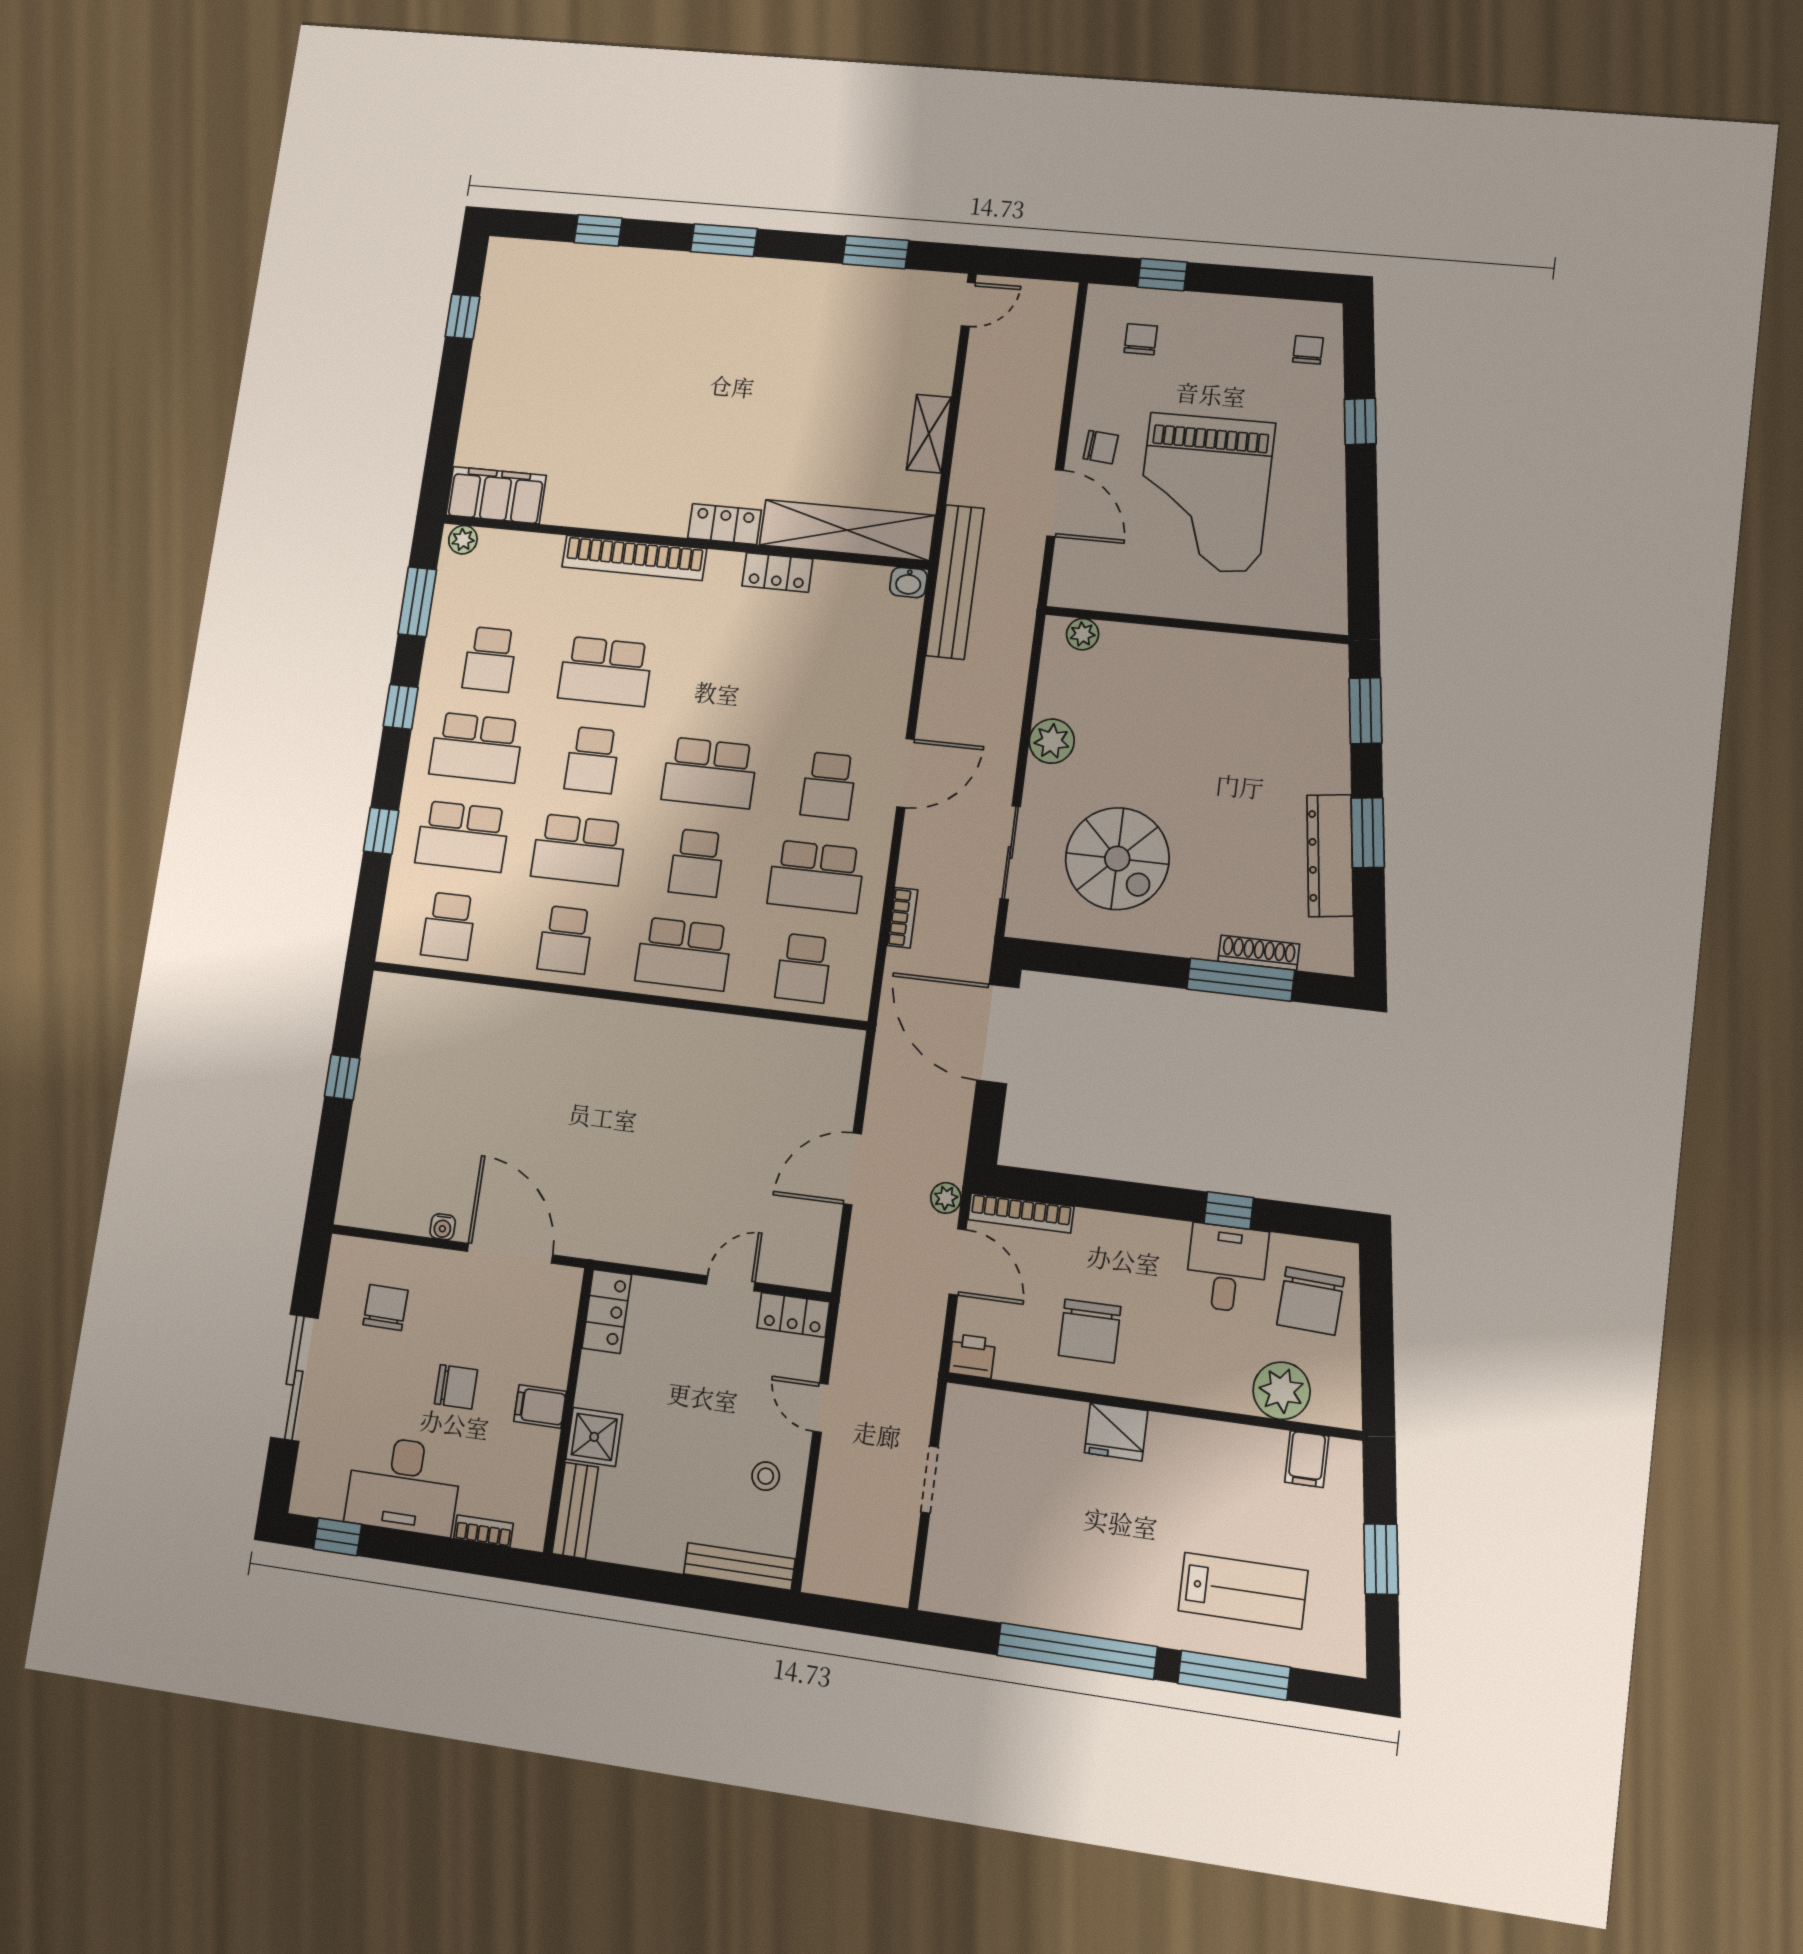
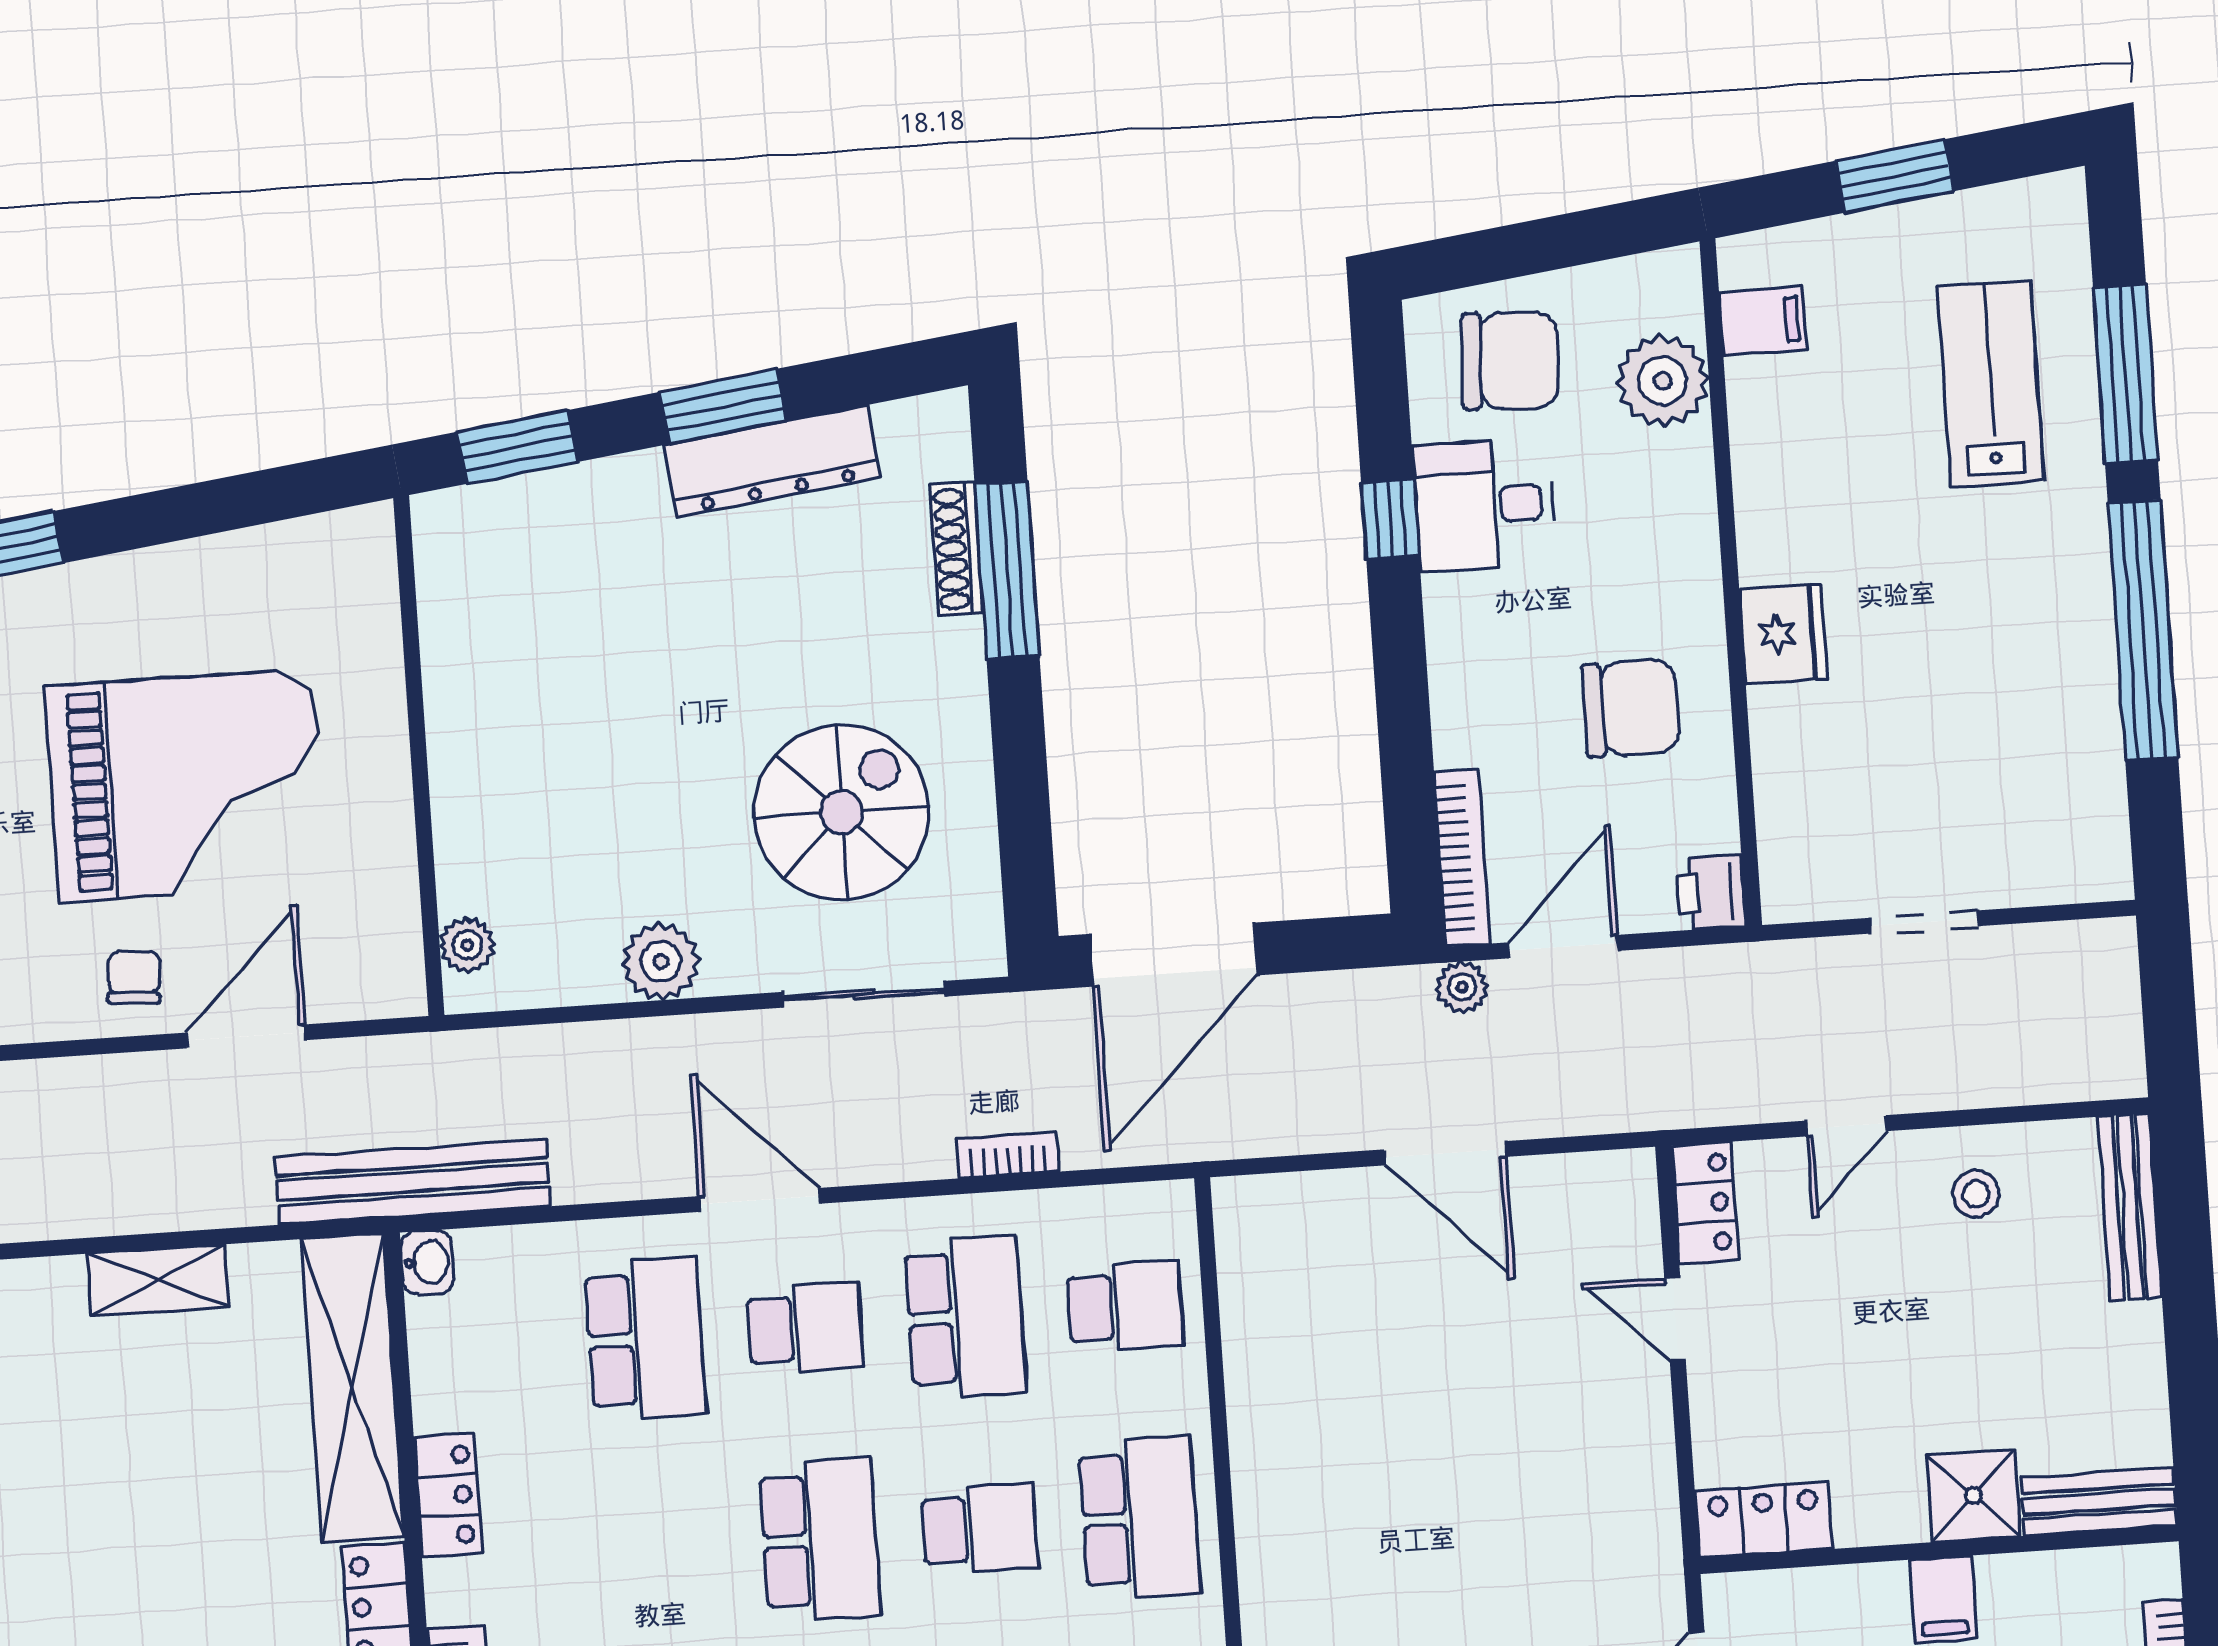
school desk: (841, 696) -> (645, 1339), added

